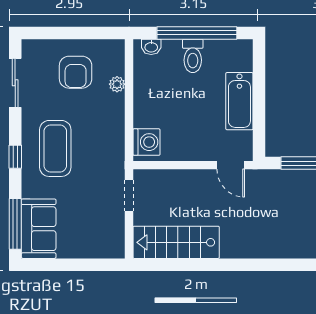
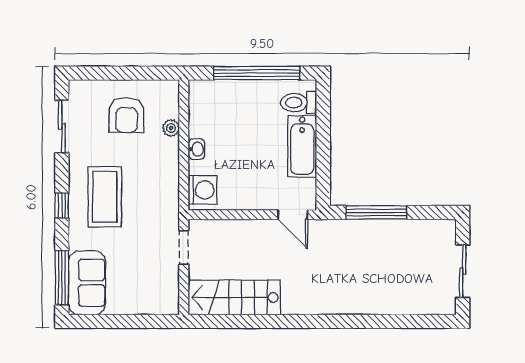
washbasin: (151, 47) -> (196, 149), moved, turned -90
toilet: (193, 56) -> (299, 103), moved, turned 90

